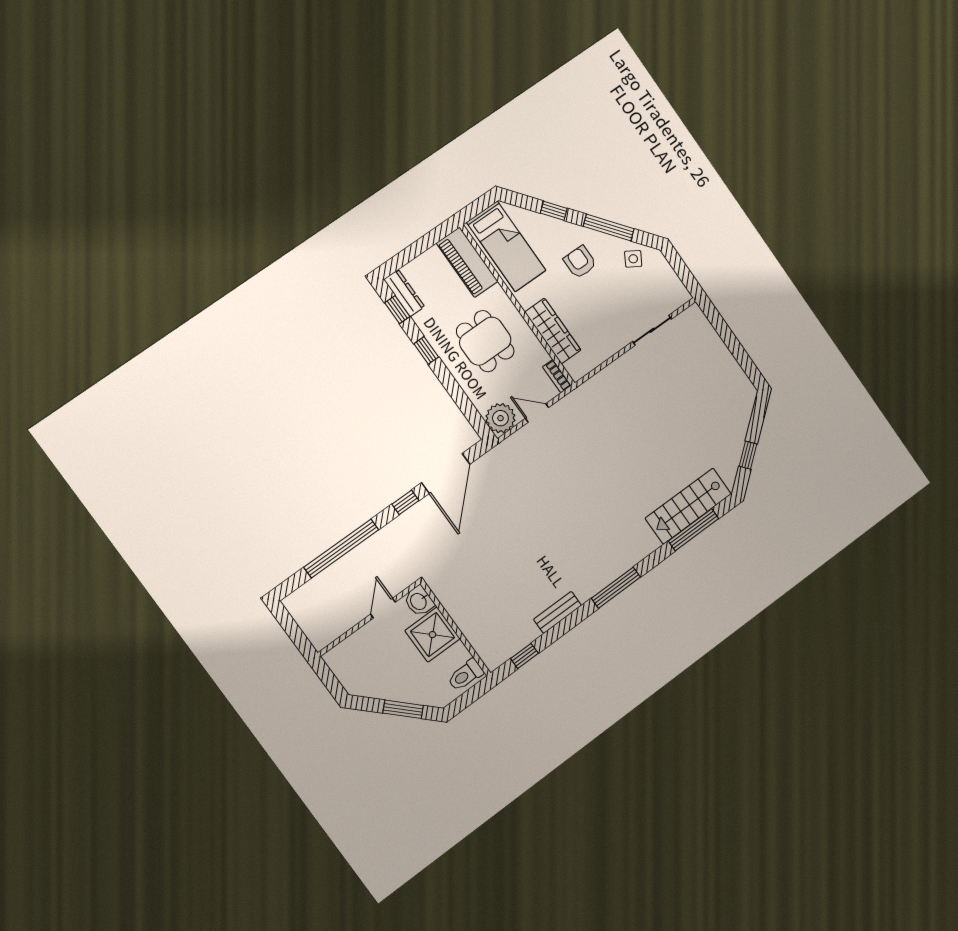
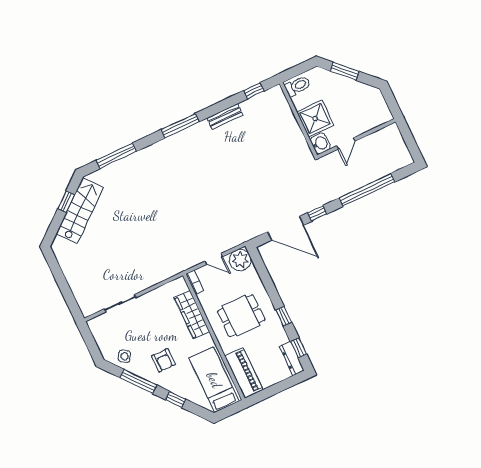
dining table: (485, 341) -> (241, 316), turned 90
door: (446, 473) -> (286, 228), swing flipped
stairs: (688, 506) -> (80, 211), moved, turned -40

